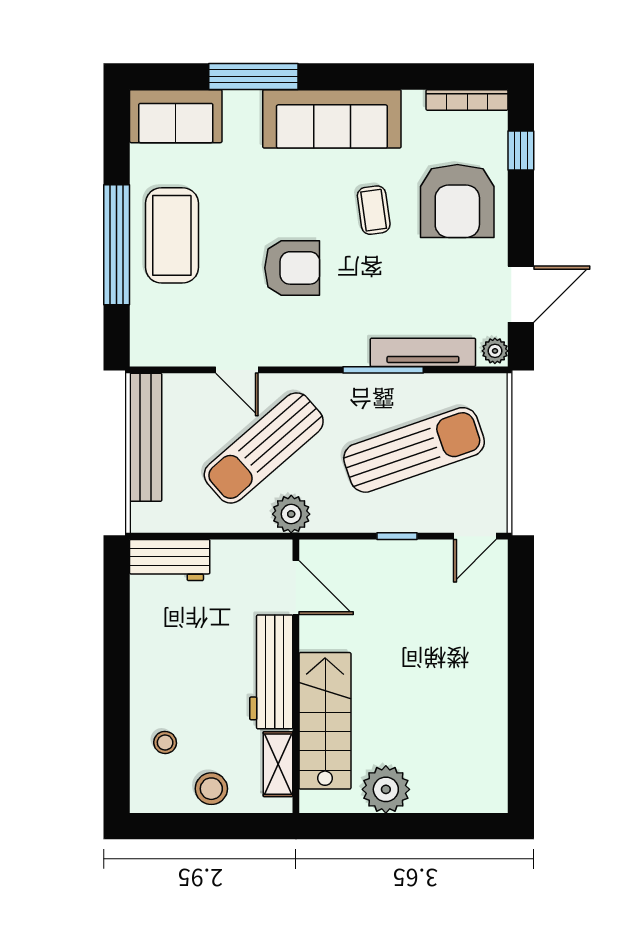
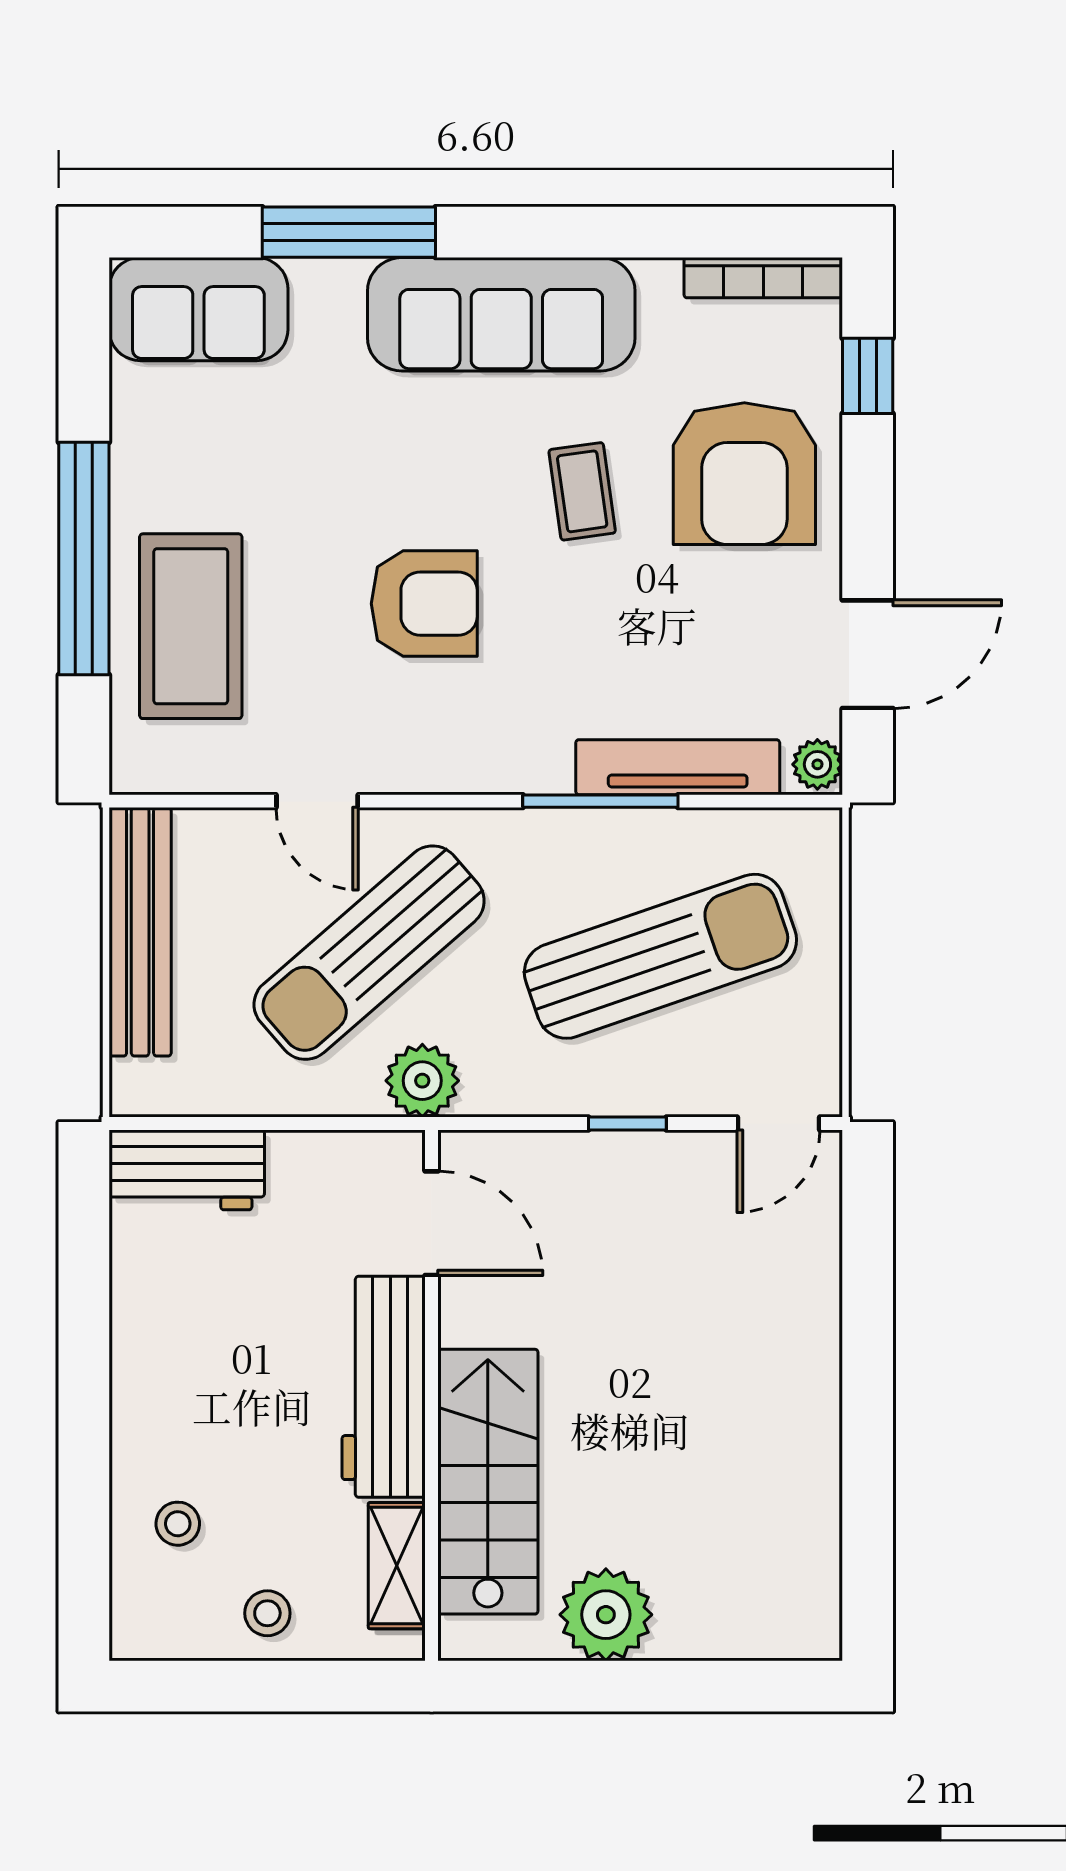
coffee table: (172, 235) -> (191, 626), moved
stool: (211, 789) -> (267, 1613), width x0.73, depth x0.73

